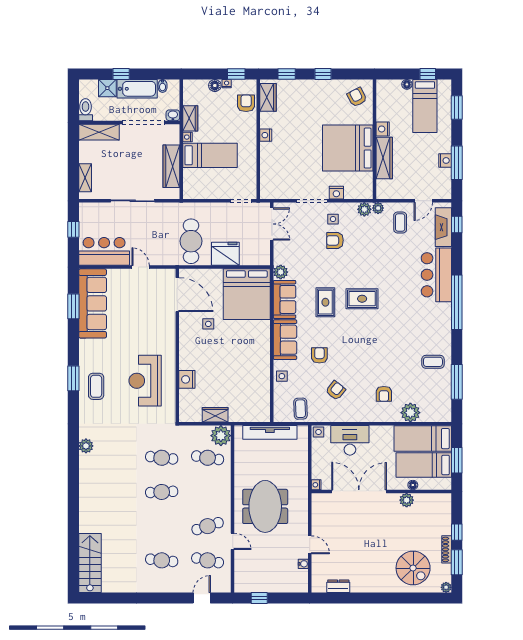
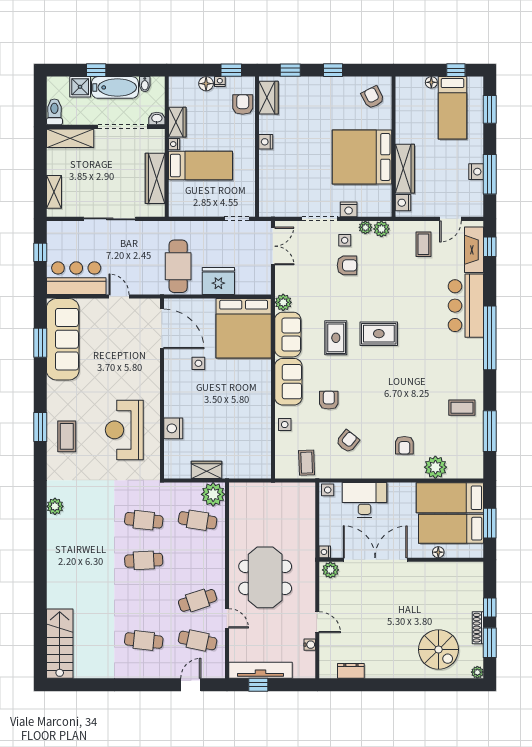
nightstand: (383, 129) -> (403, 203), moved
plant: (378, 208) -> (365, 227), moved
armchair: (335, 240) -> (347, 265), turned 180
tv unit: (270, 432) -> (261, 670), moved, turned 180
plant: (407, 500) -> (330, 570), moved

